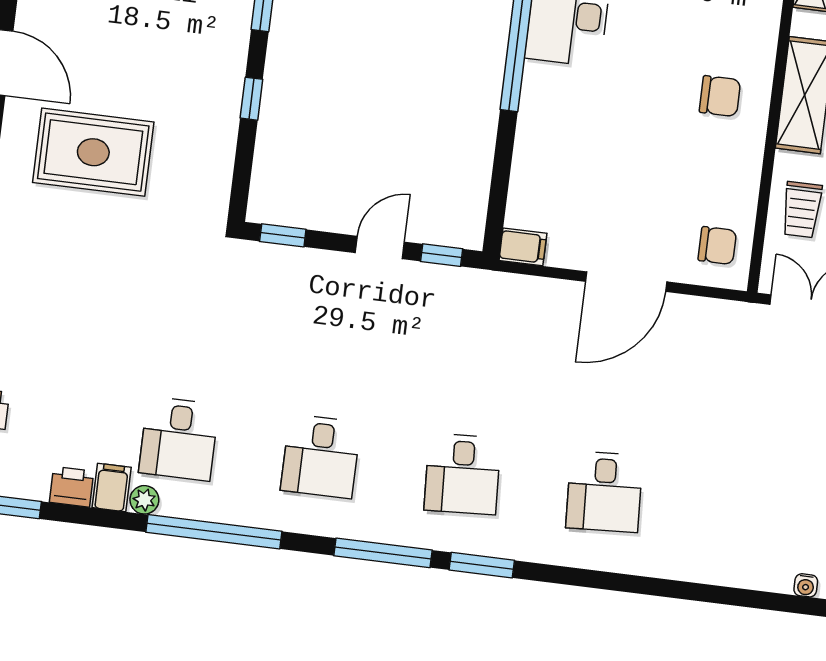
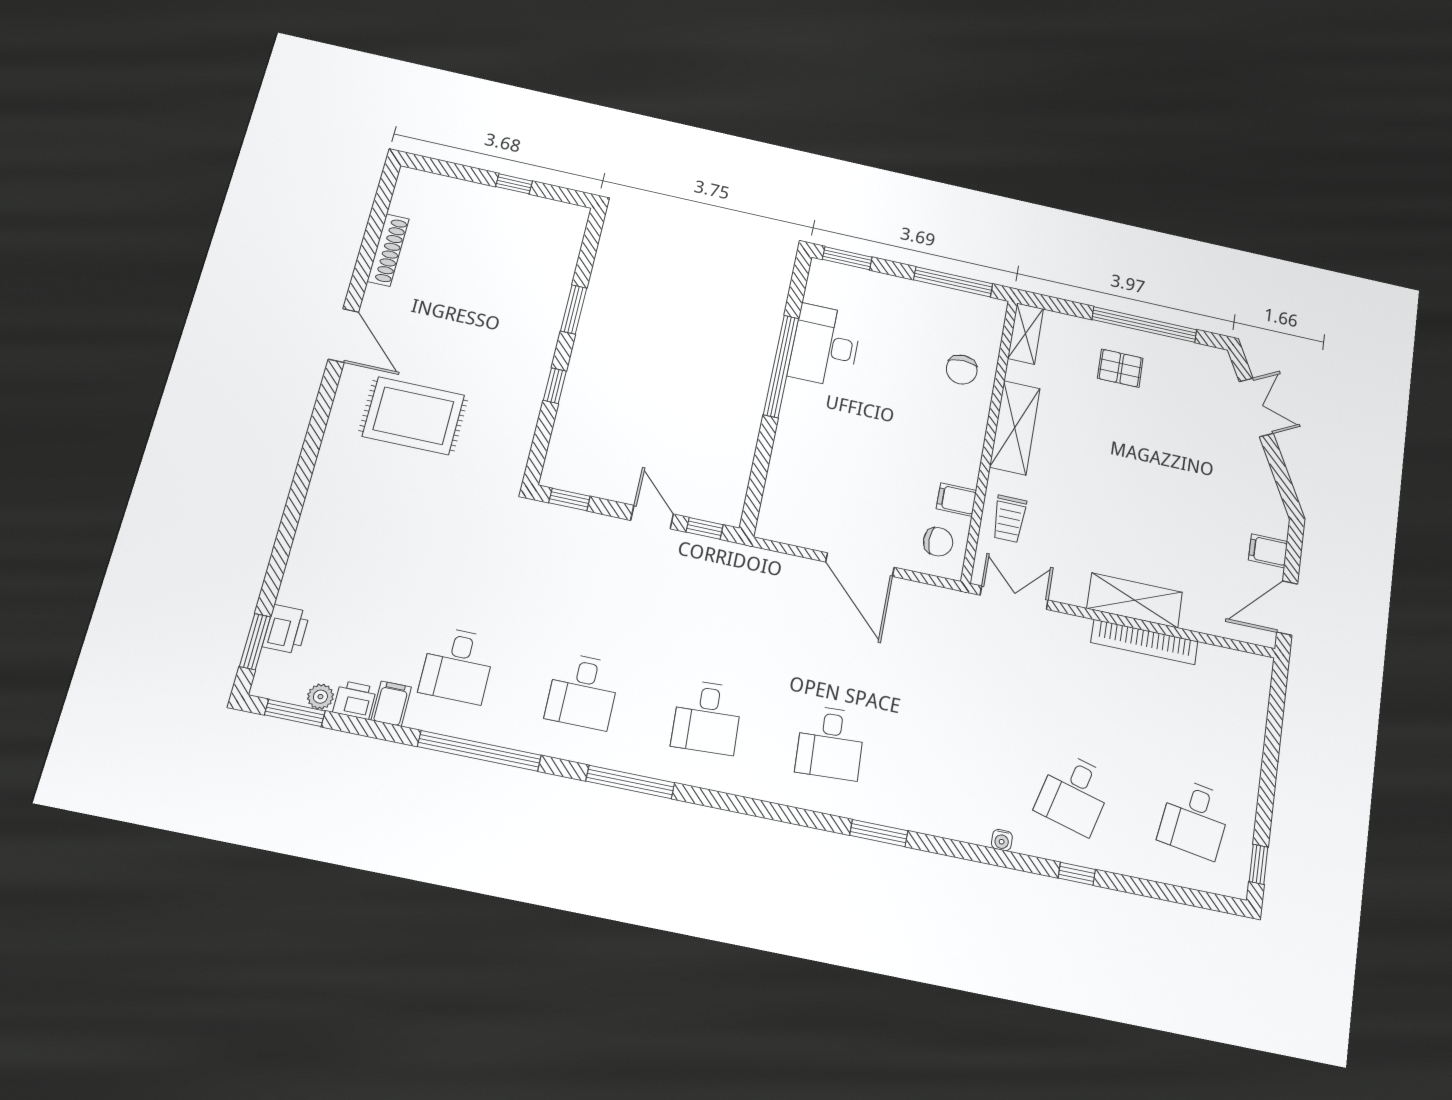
chair: (720, 96) -> (962, 370), moved, turned 90
door: (380, 247) -> (652, 517), hinge flipped
filing cabinet: (523, 247) -> (956, 500), moved, turned 180
door: (626, 282) -> (860, 565), hinge flipped
plant: (144, 500) -> (320, 697), moved
window: (482, 565) -> (879, 833), moved

